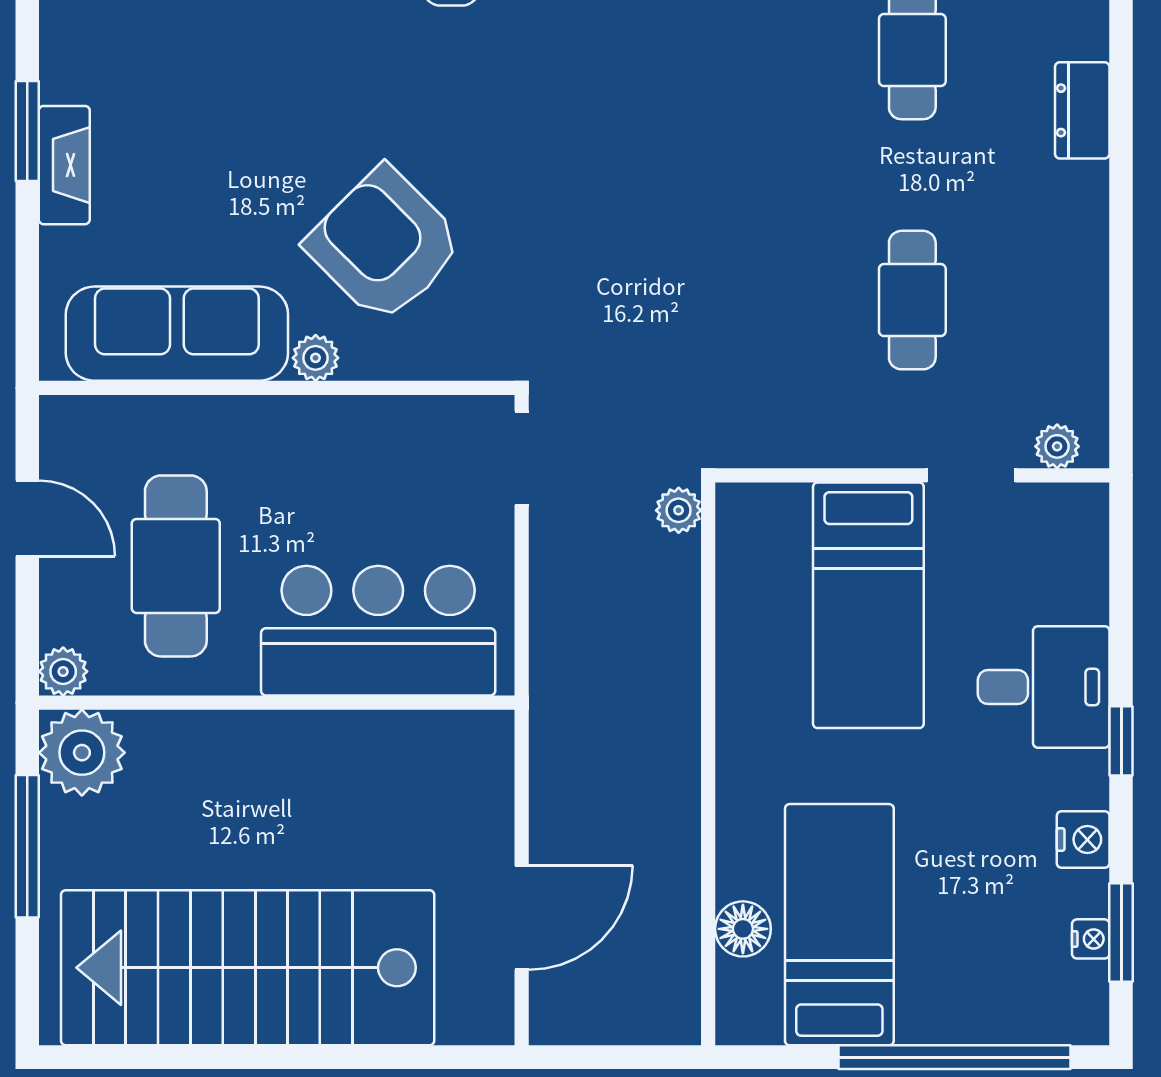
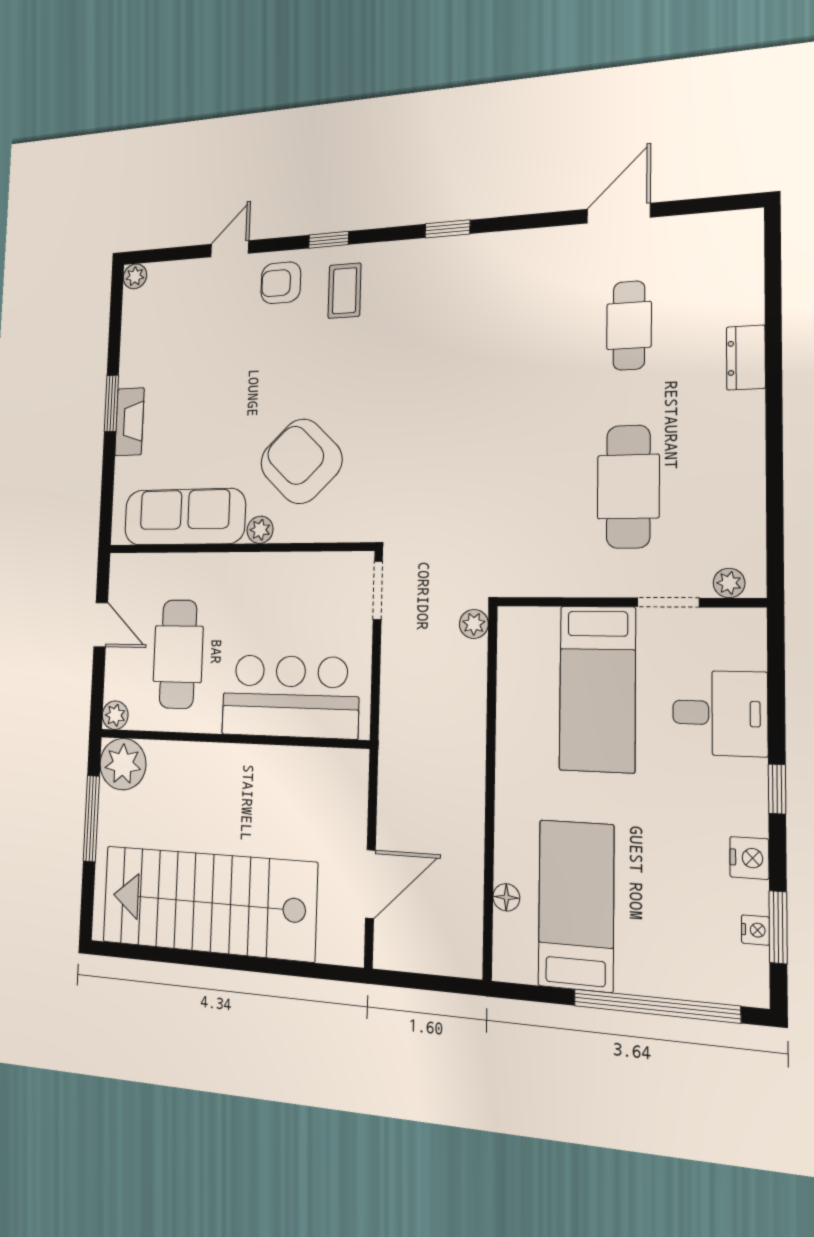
cafe table: (912, 300) -> (628, 487), width x1.37, depth x1.35
desk: (1044, 687) -> (720, 713), moved
floor lamp: (743, 929) -> (506, 897), width x0.73, depth x0.73

